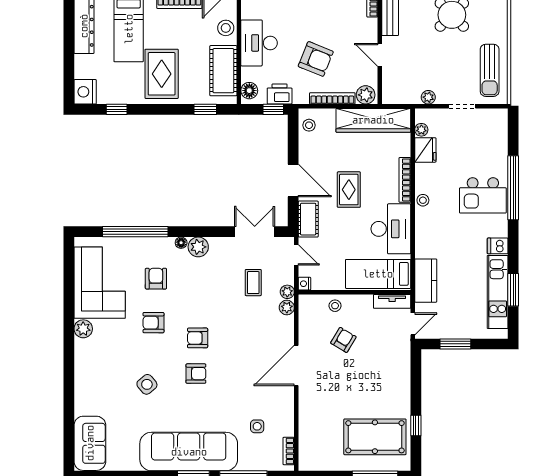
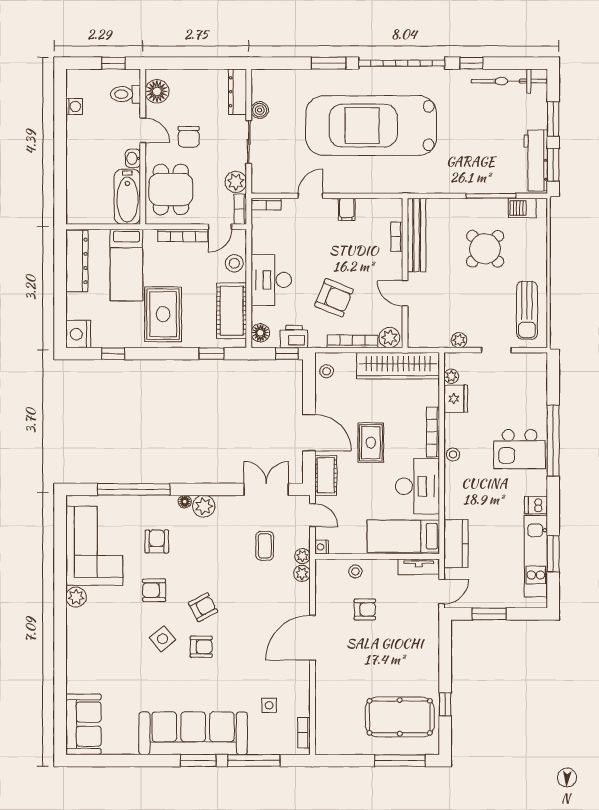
armchair: (198, 338) -> (203, 607), turned 152
armchair: (343, 340) -> (365, 609), turned 59
side table: (147, 384) -> (162, 639), moved

